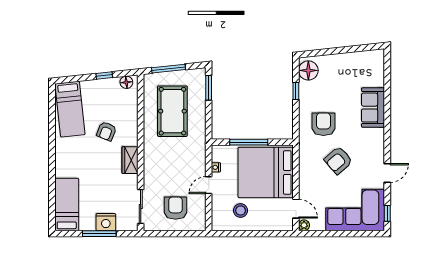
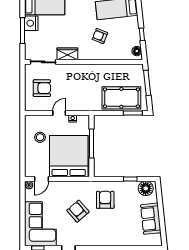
sofa: (373, 108) -> (151, 219), moved, turned -96
pool table: (172, 111) -> (121, 98), moved
armchair: (323, 124) -> (105, 200), turned -90
wardrobe: (130, 160) -> (67, 54), moved
door: (209, 185) -> (59, 113), hinge flipped
nightstand: (106, 222) -> (31, 23), moved

